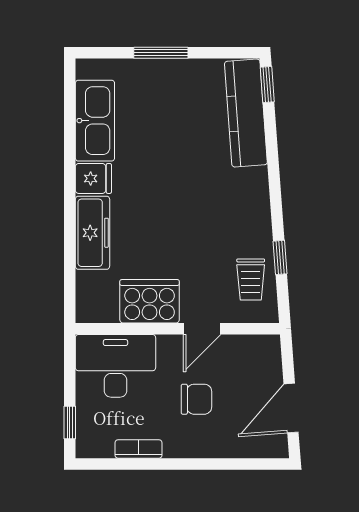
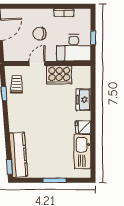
freezer: (92, 233) -> (83, 100), width x0.71
window: (70, 422) -> (93, 38), moved

